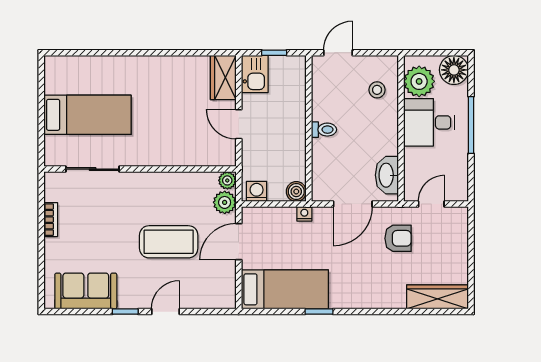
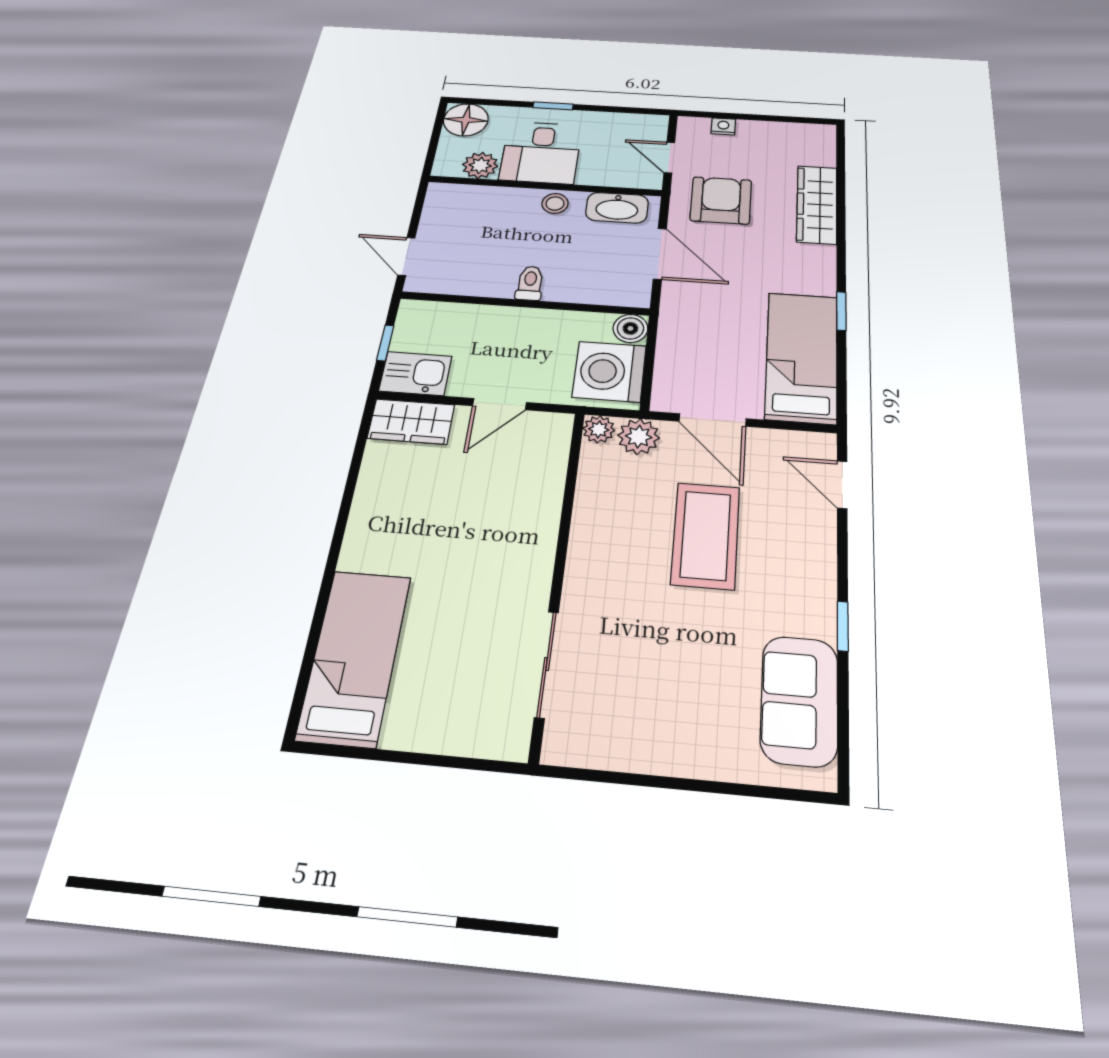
plant: (419, 81) -> (480, 165), width x0.73, depth x0.73
stool: (377, 90) -> (555, 203), moved
bed: (88, 115) -> (355, 657), moved
window: (471, 125) -> (553, 106), width x0.46
washing machine: (257, 191) -> (609, 372), width x1.89, depth x1.89
nightstand: (304, 214) -> (723, 126), moved, turned 90
bookcase: (51, 220) -> (643, 760), removed
armchair: (398, 238) -> (721, 200), width x1.38, depth x1.38
wardrobe: (438, 297) -> (817, 205), moved
door: (165, 312) -> (842, 485), moved

